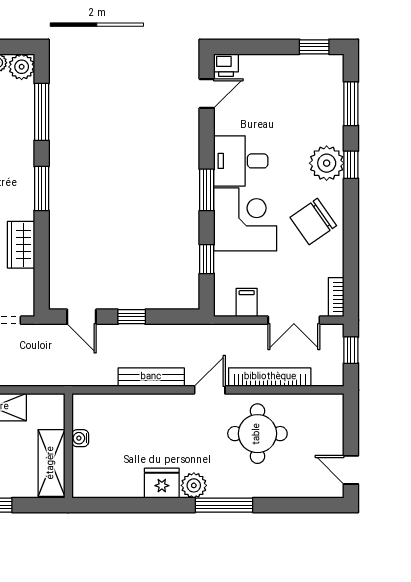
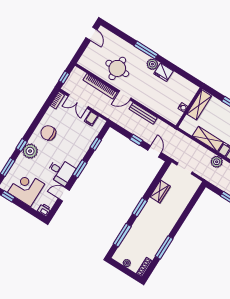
plant: (22, 67) -> (119, 256), removed
door: (207, 93) -> (64, 194), moved
corner desk: (245, 219) -> (26, 188), moved, turned 90
chair: (313, 222) -> (48, 133), turned -149
double door: (294, 320) -> (78, 101), swing flipped

